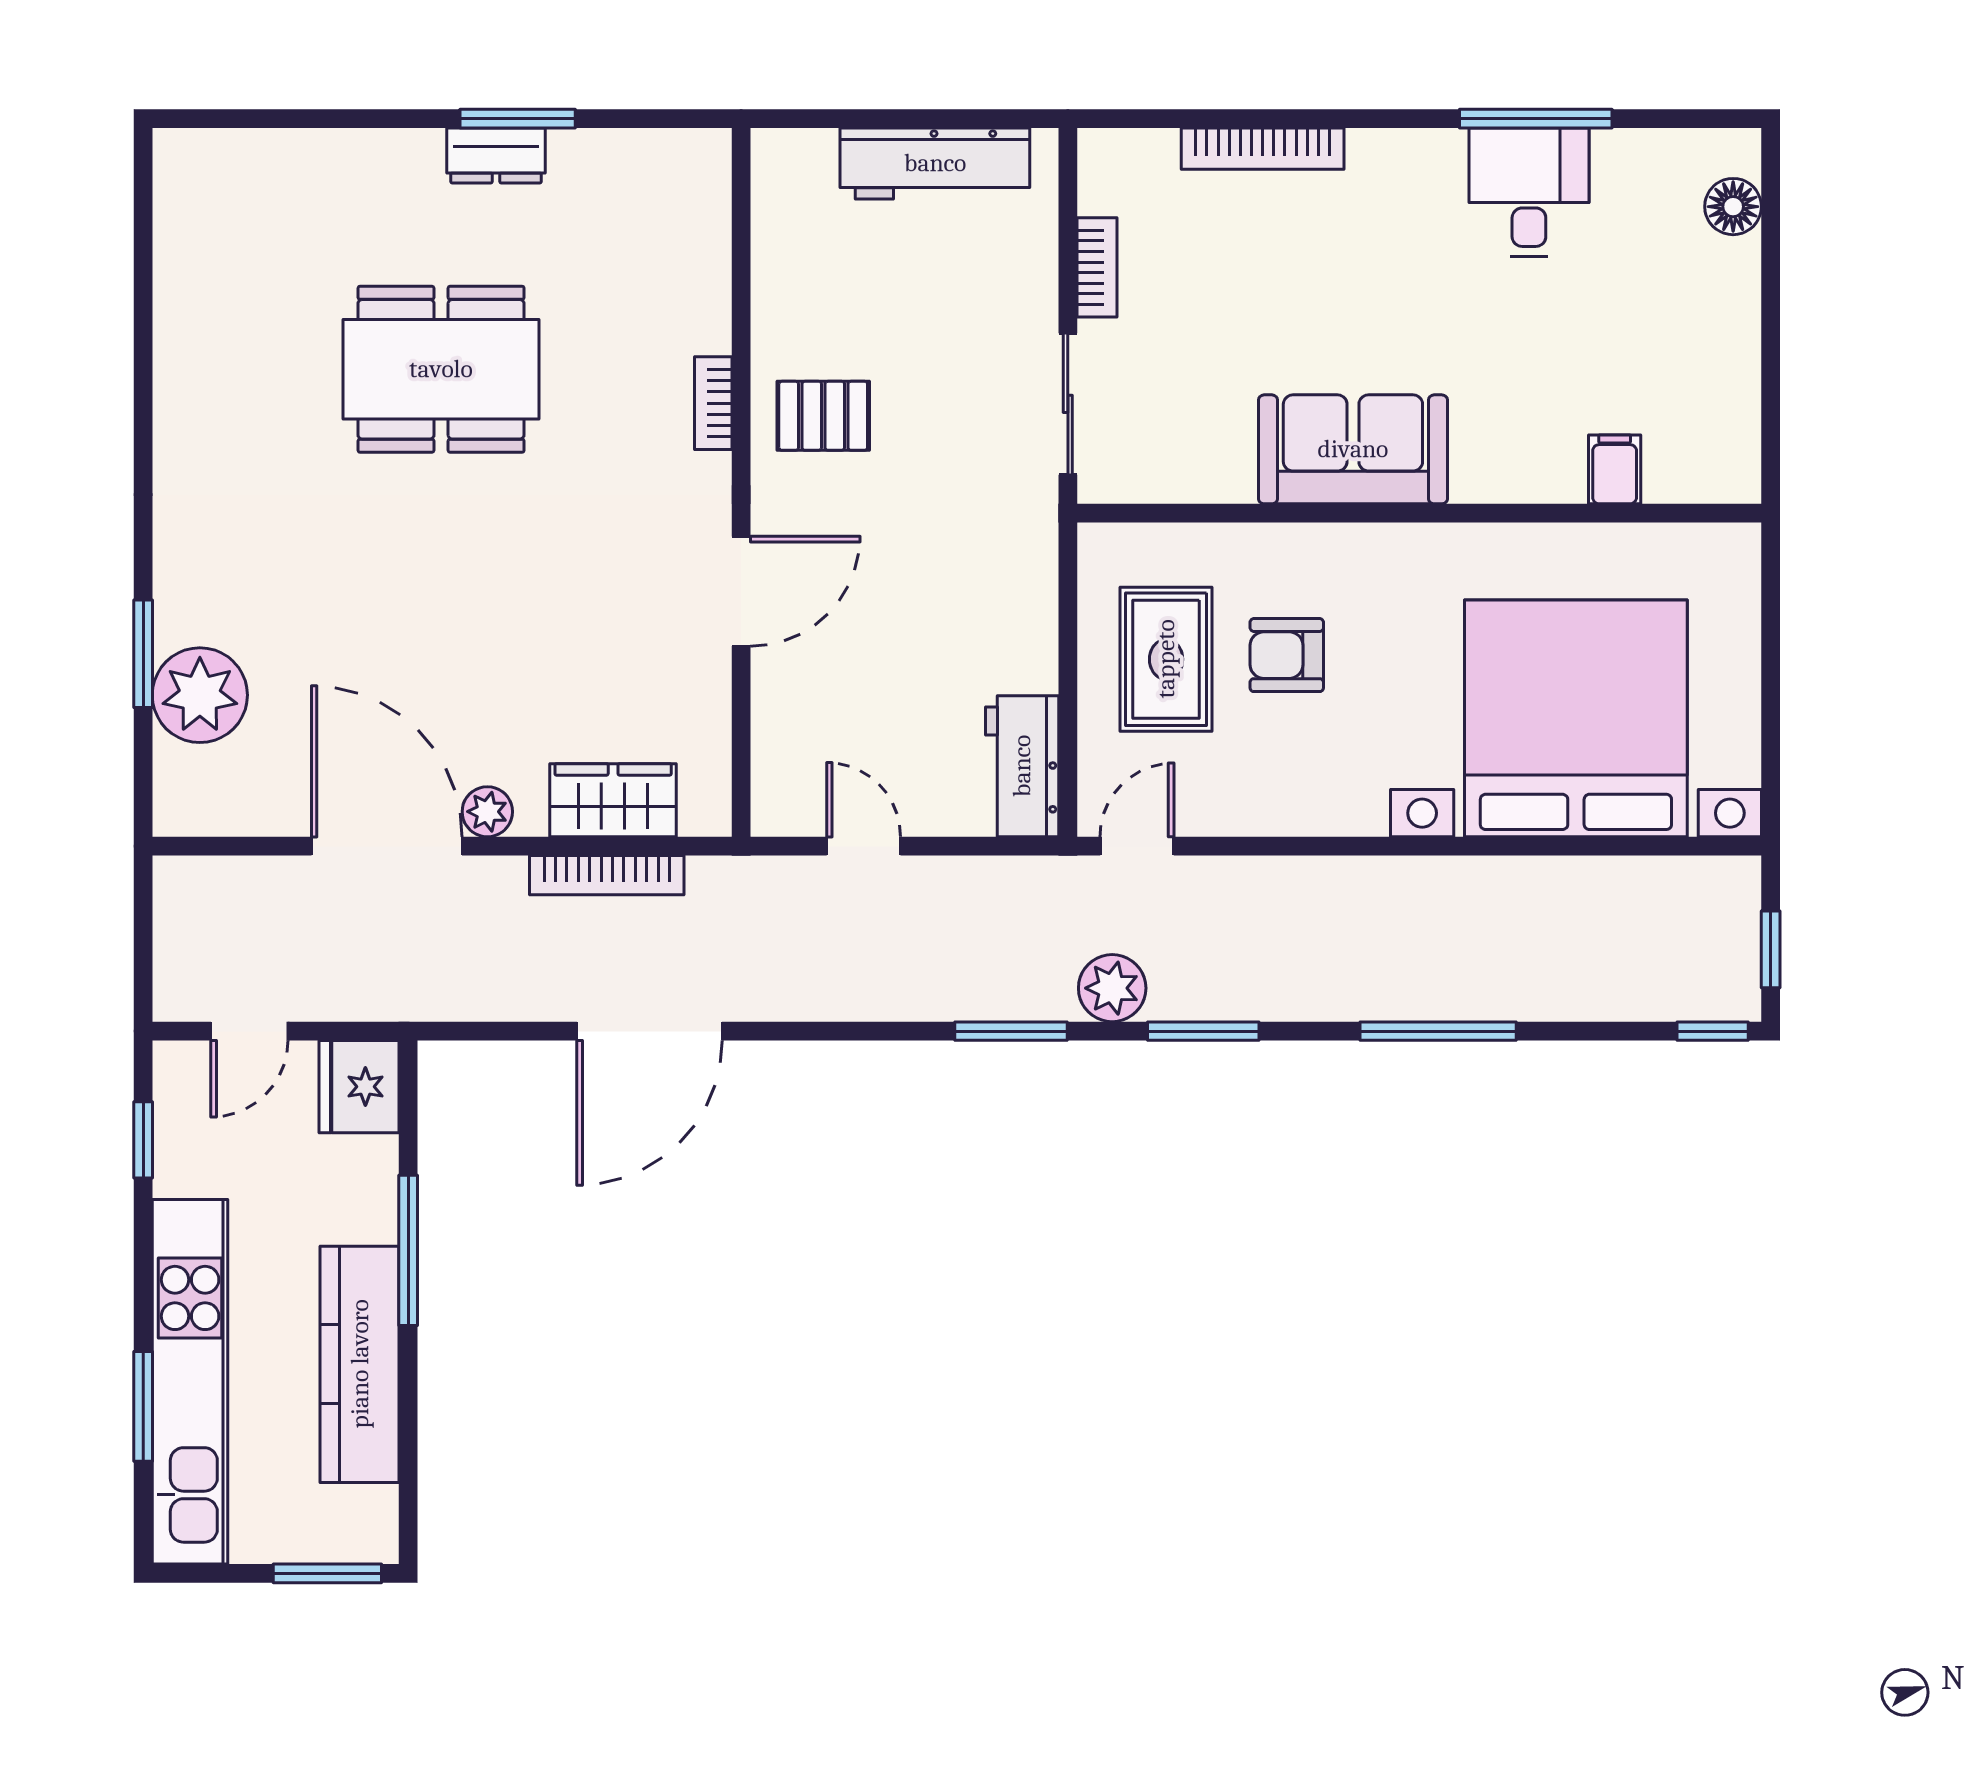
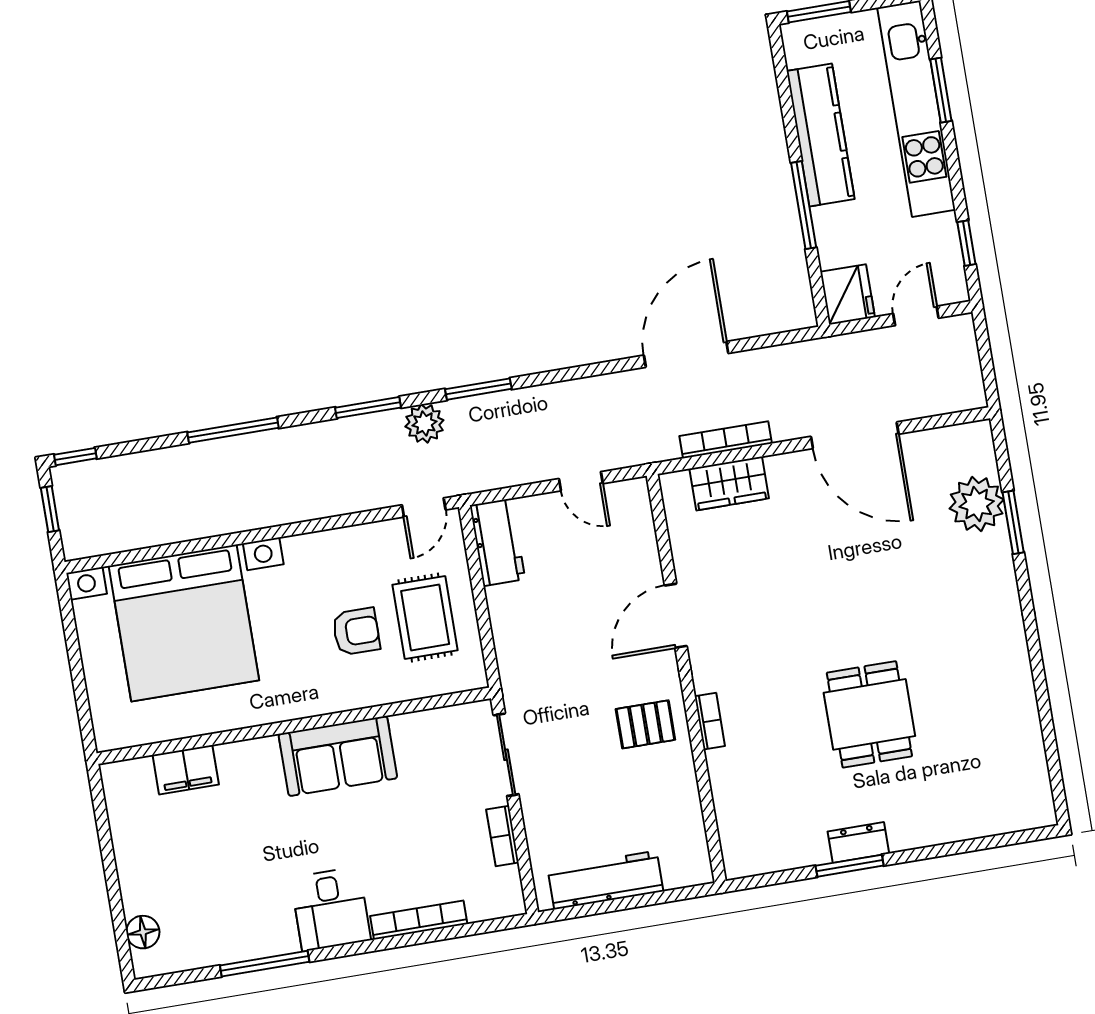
desk: (1529, 192) -> (331, 909), moved
dining table: (441, 369) -> (869, 714), width x0.73
filing cabinet: (1615, 469) -> (186, 770), width x2.00
plant: (487, 812) -> (800, 465), removed

